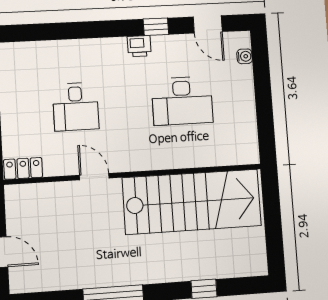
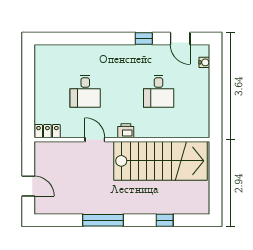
printer: (139, 46) -> (126, 131), moved, turned 180
desk: (182, 101) -> (159, 91), width x0.73

